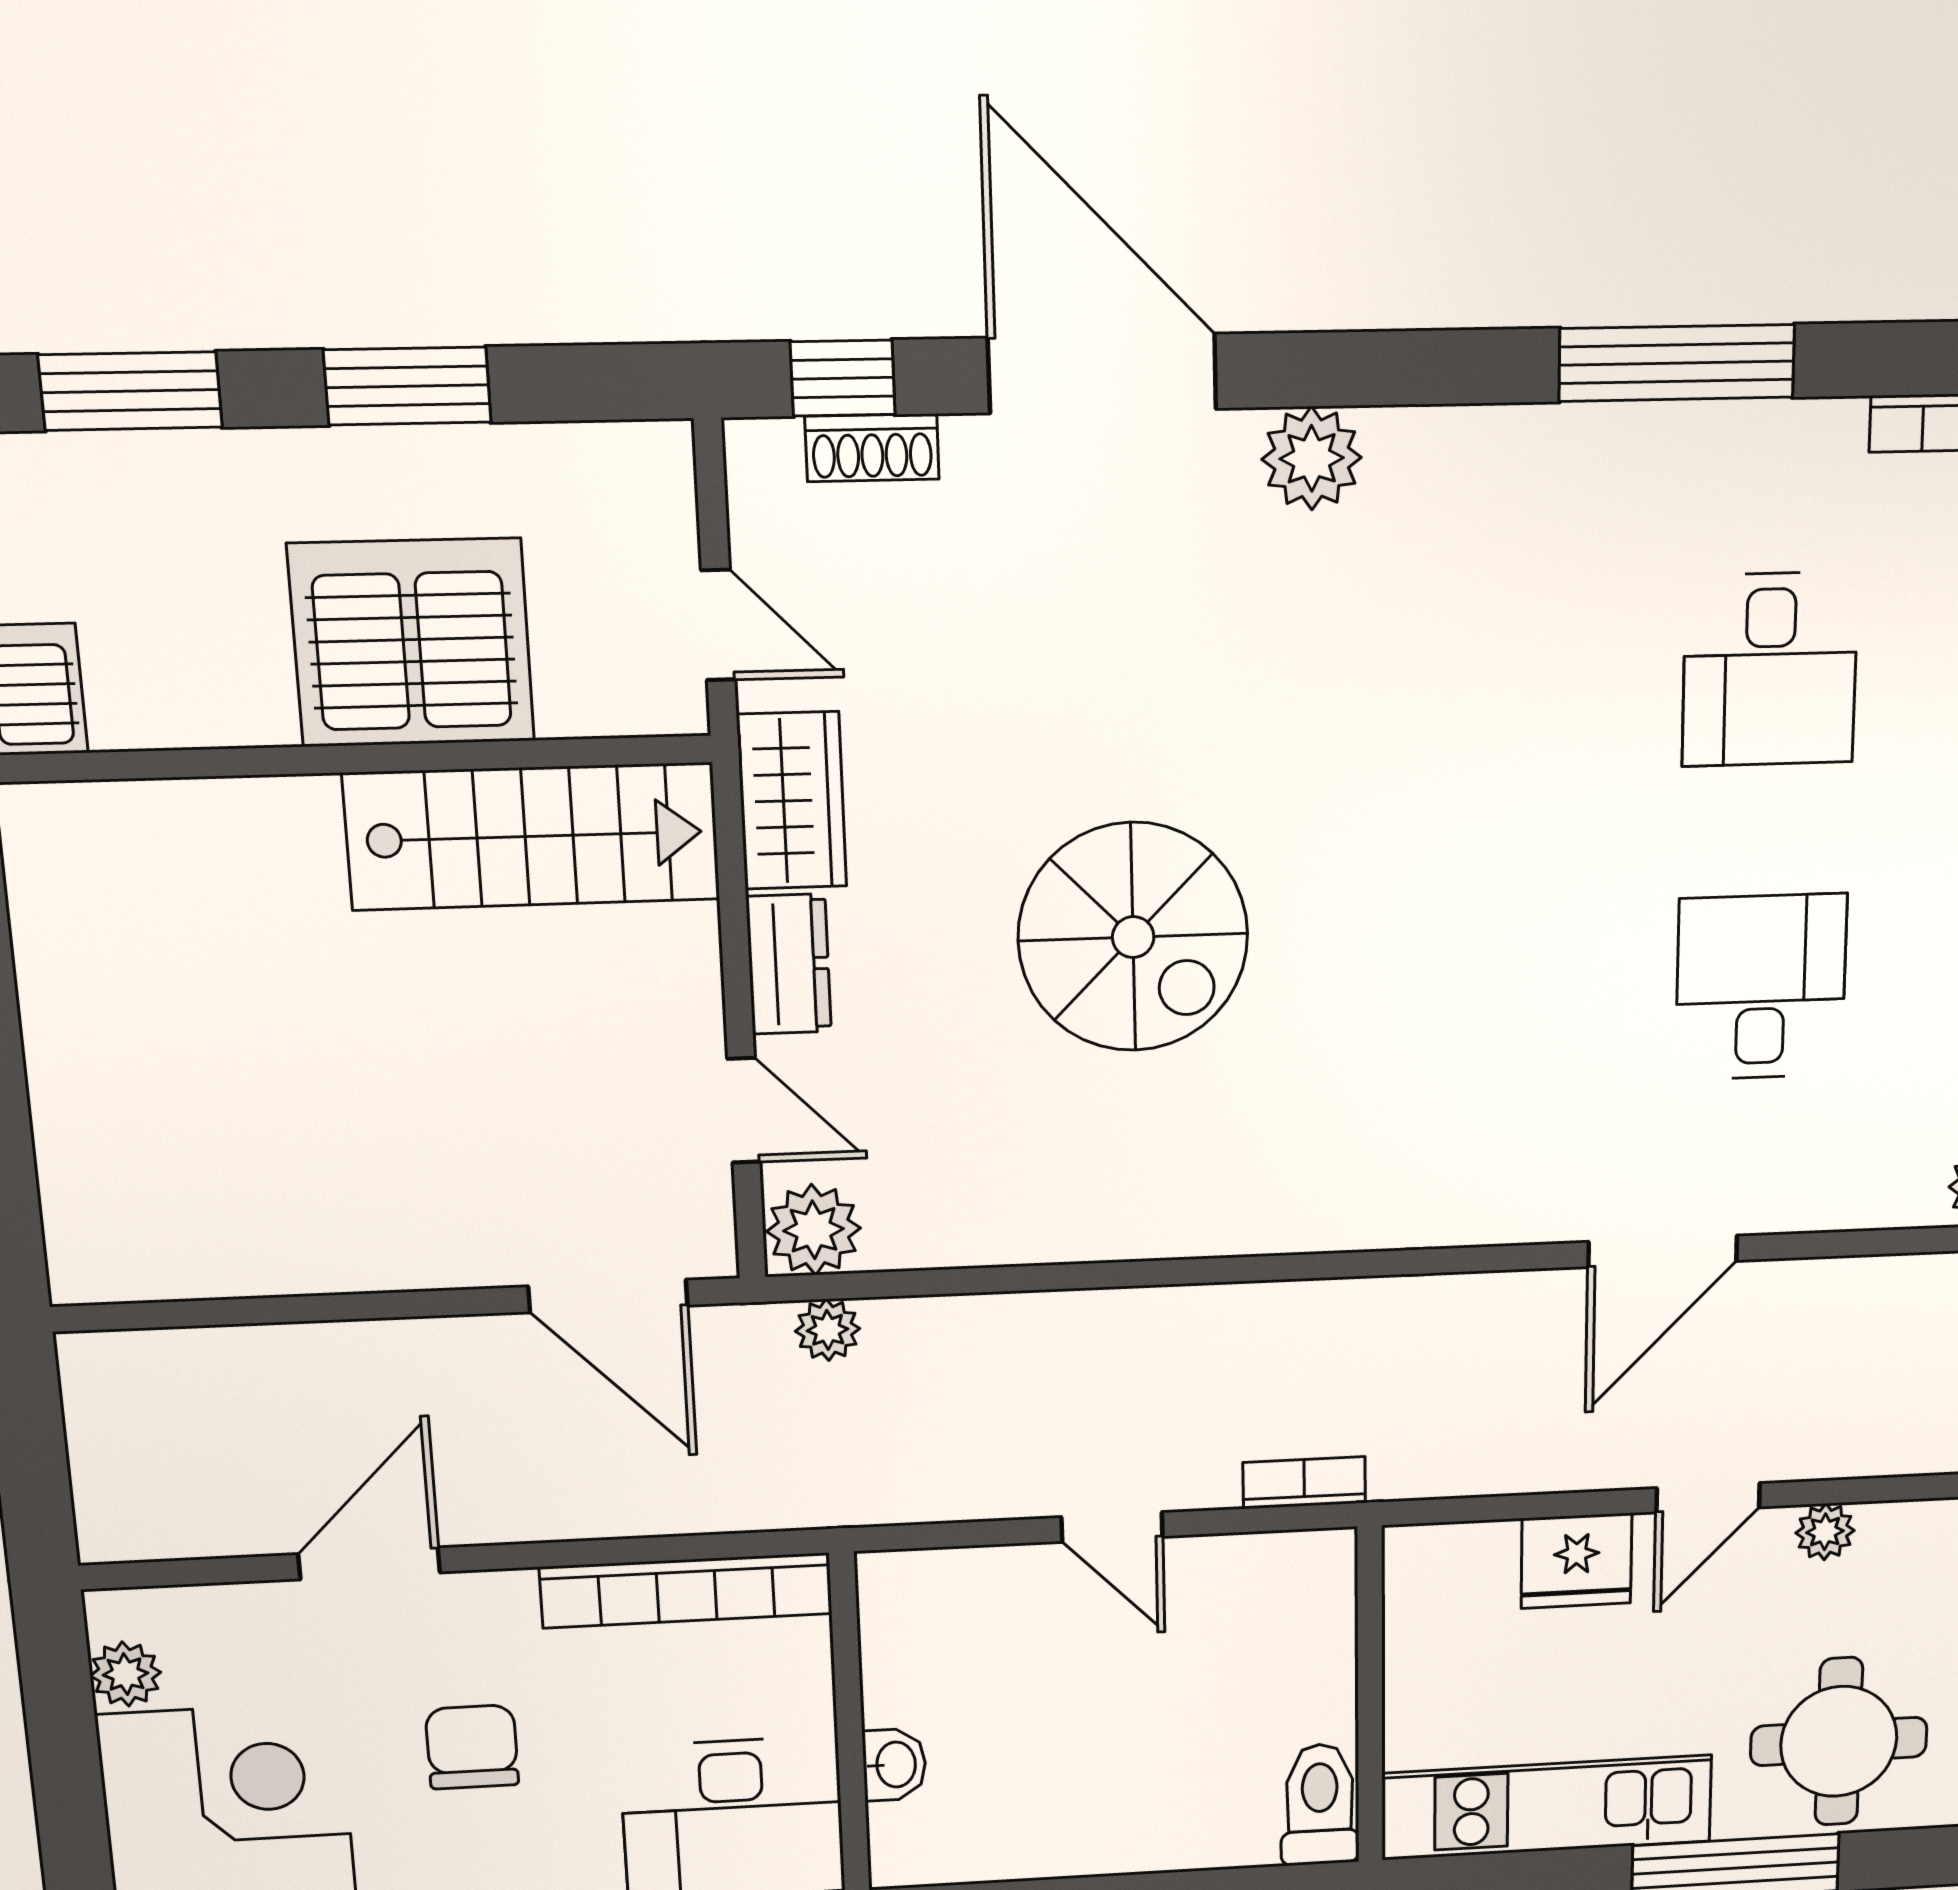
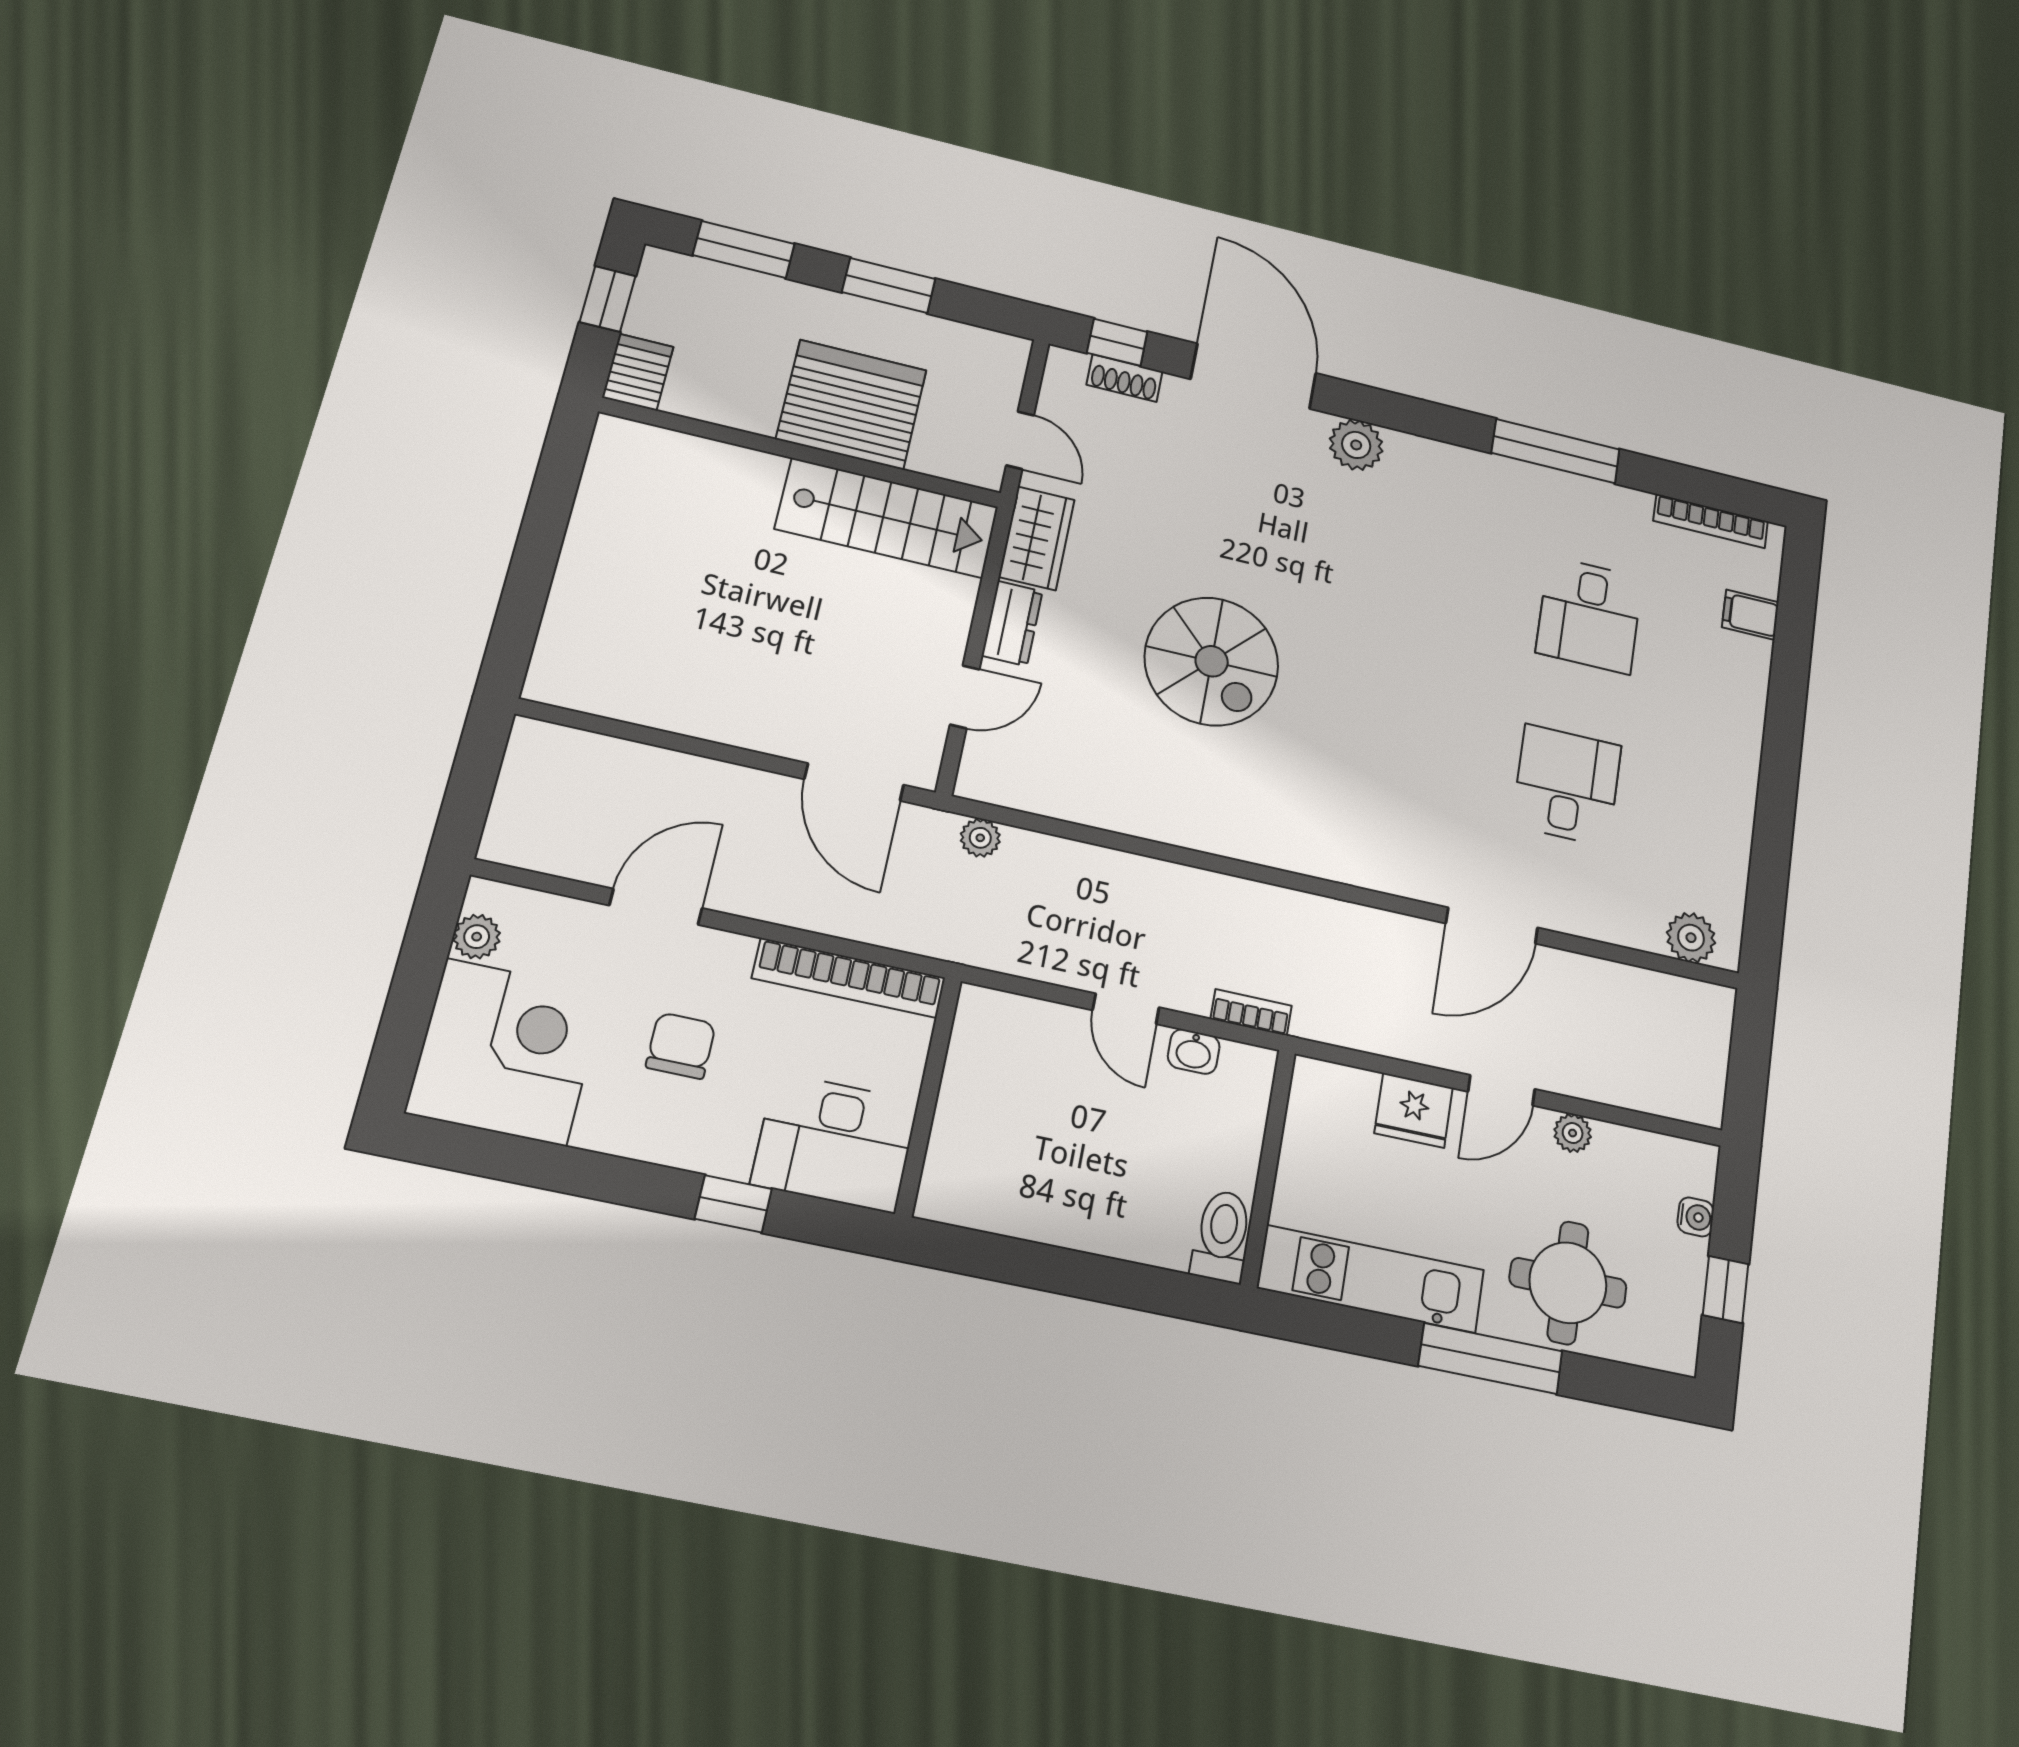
door: (744, 1110) -> (965, 697), hinge flipped
plant: (814, 1230) -> (987, 776), removed
washbasin: (894, 1765) -> (1194, 1052), moved, turned 90

